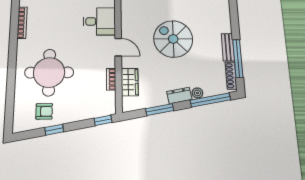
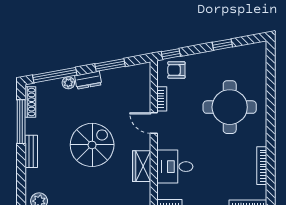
spiral stairs: (173, 39) -> (92, 145), turned -90
door: (118, 47) -> (154, 123), moved
bench: (228, 47) -> (31, 151), moved
wardrobe: (130, 82) -> (142, 166), moved
armchair: (44, 111) -> (176, 70), moved

